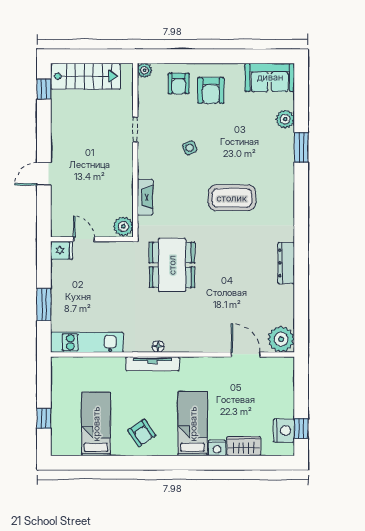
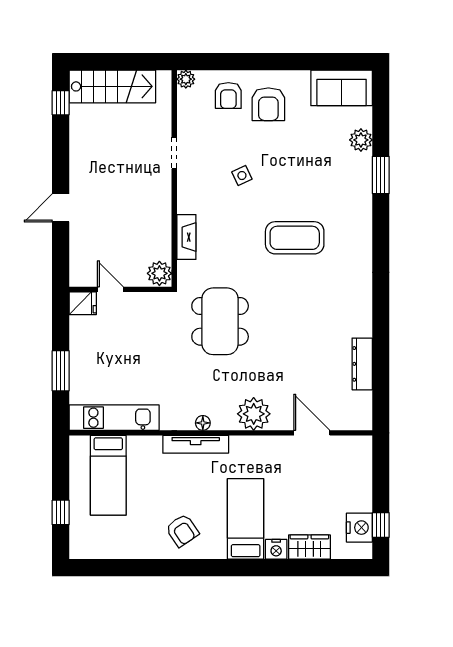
dresser: (286, 263) -> (362, 364), moved
plant: (281, 339) -> (254, 414), moved
bed: (96, 424) -> (108, 475), moved, turned 180

